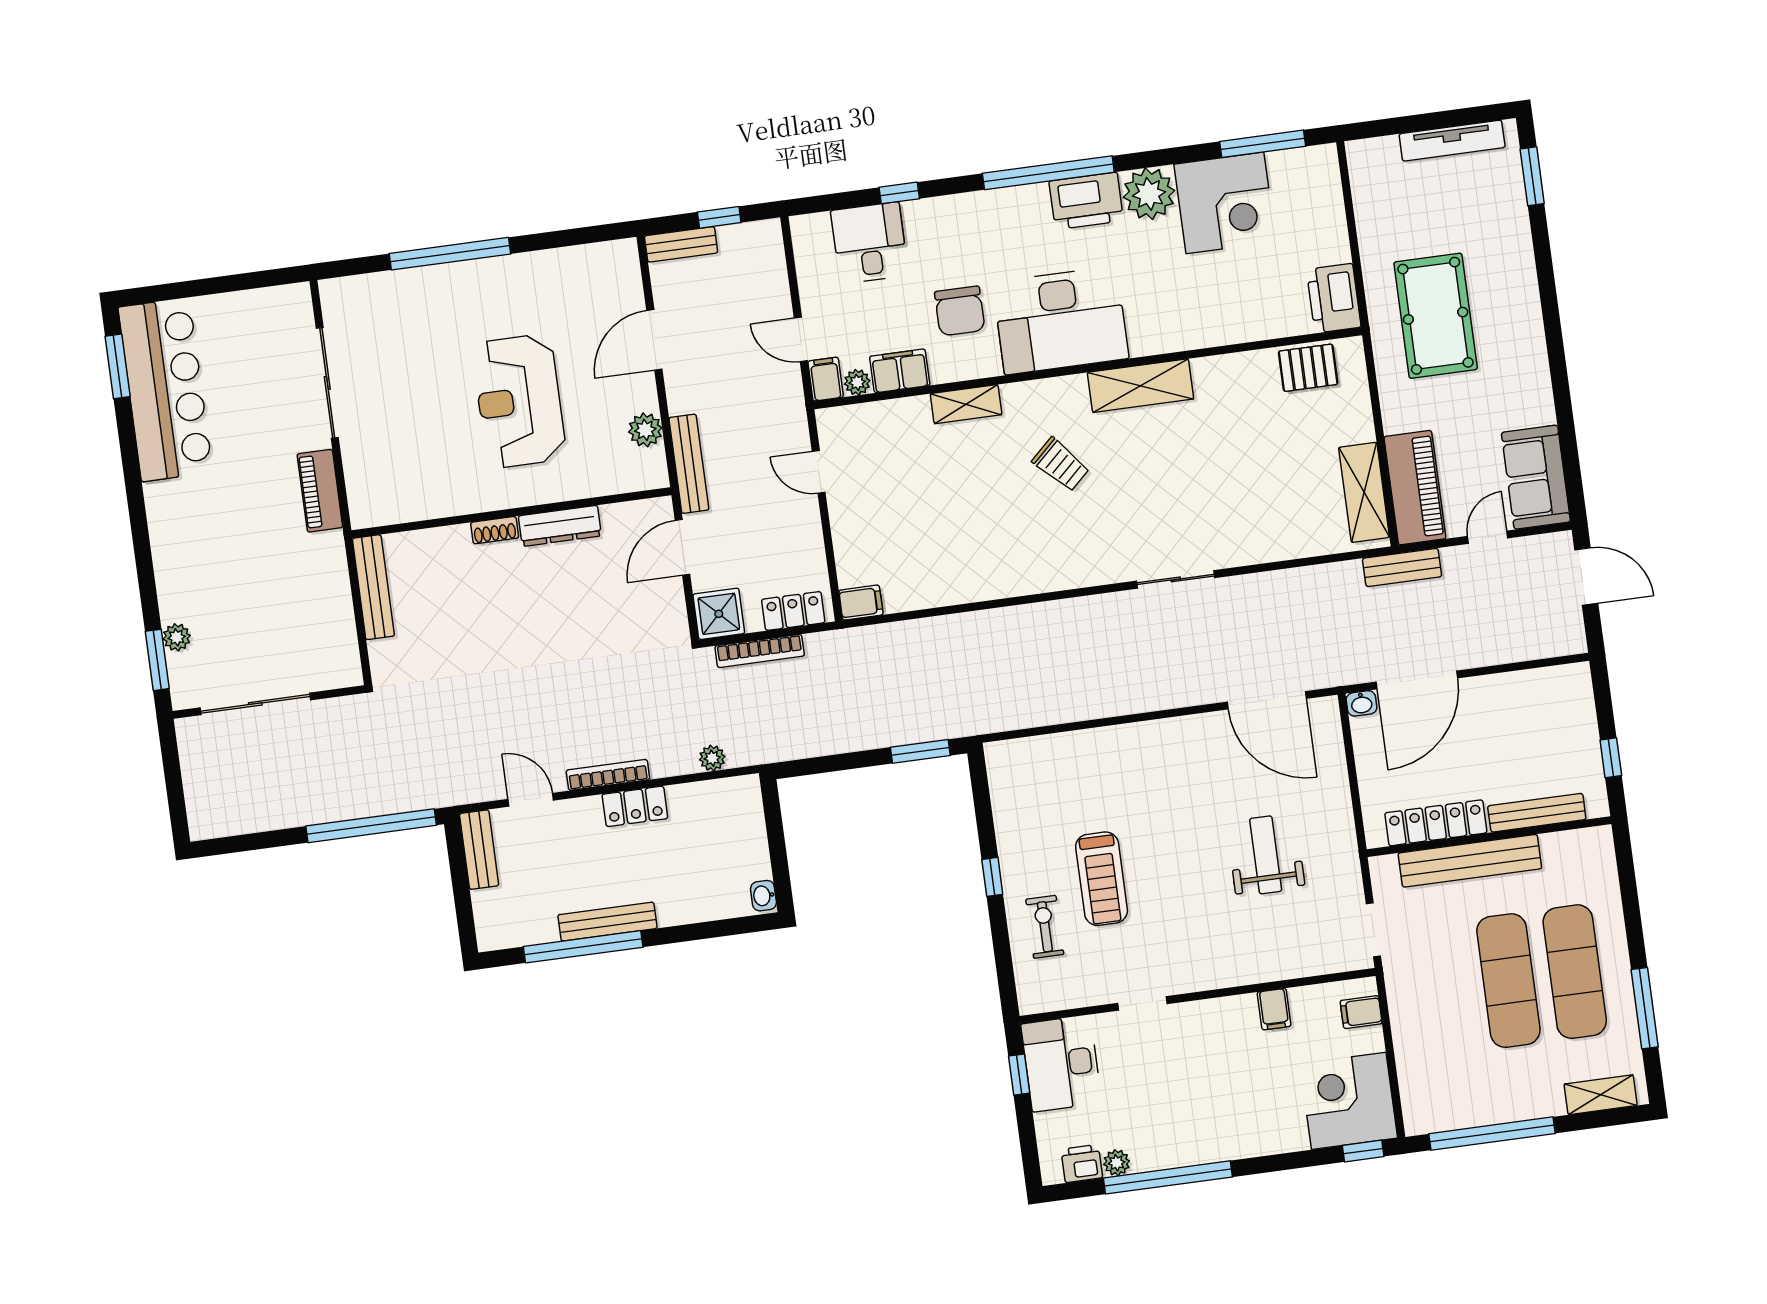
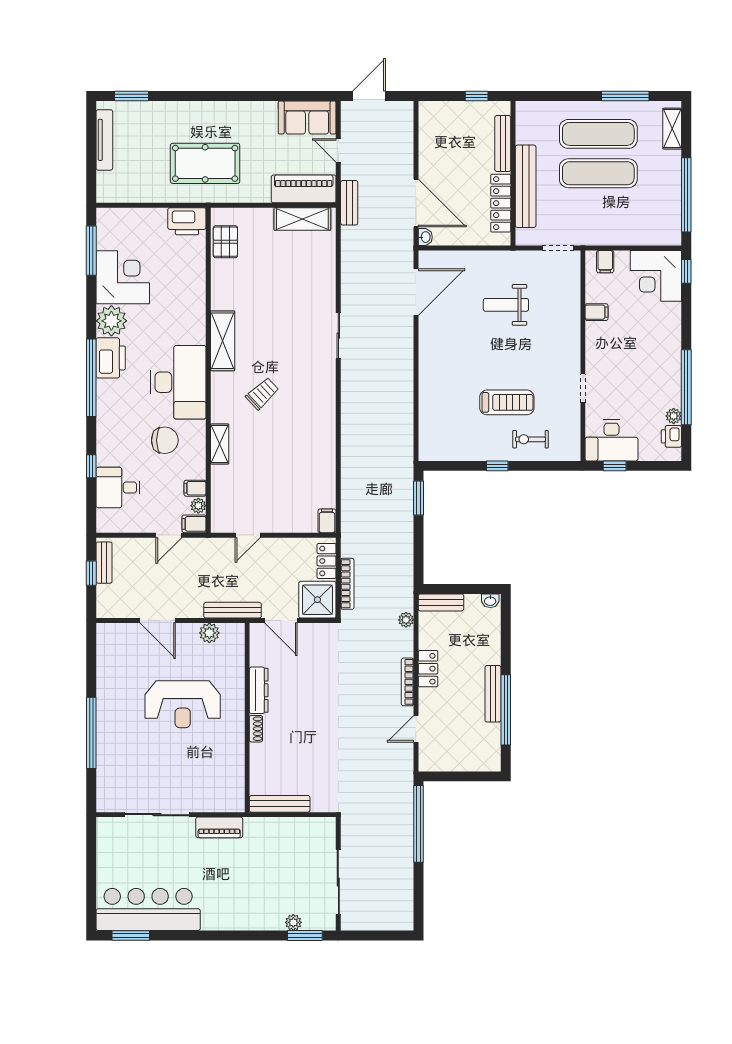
bench: (681, 244) -> (104, 563), moved
filing cabinet: (900, 371) -> (195, 488), width x0.50
shower: (719, 614) -> (317, 600), width x1.36, depth x1.36
bench: (479, 850) -> (441, 602), moved

